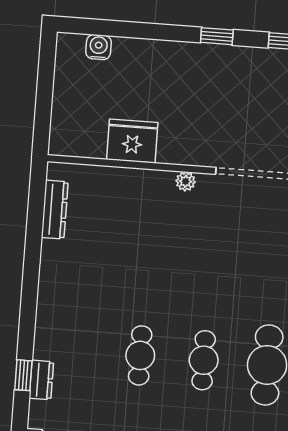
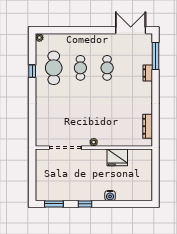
water cooler: (99, 47) -> (110, 196), moved
window: (23, 375) -> (155, 56), width x2.17
dresser: (41, 380) -> (148, 73), moved

